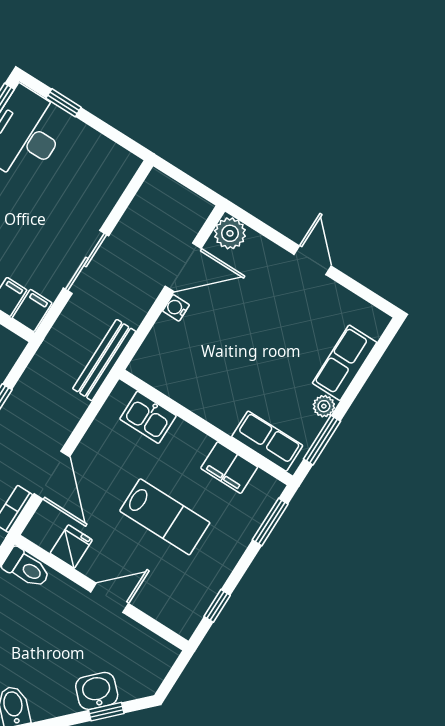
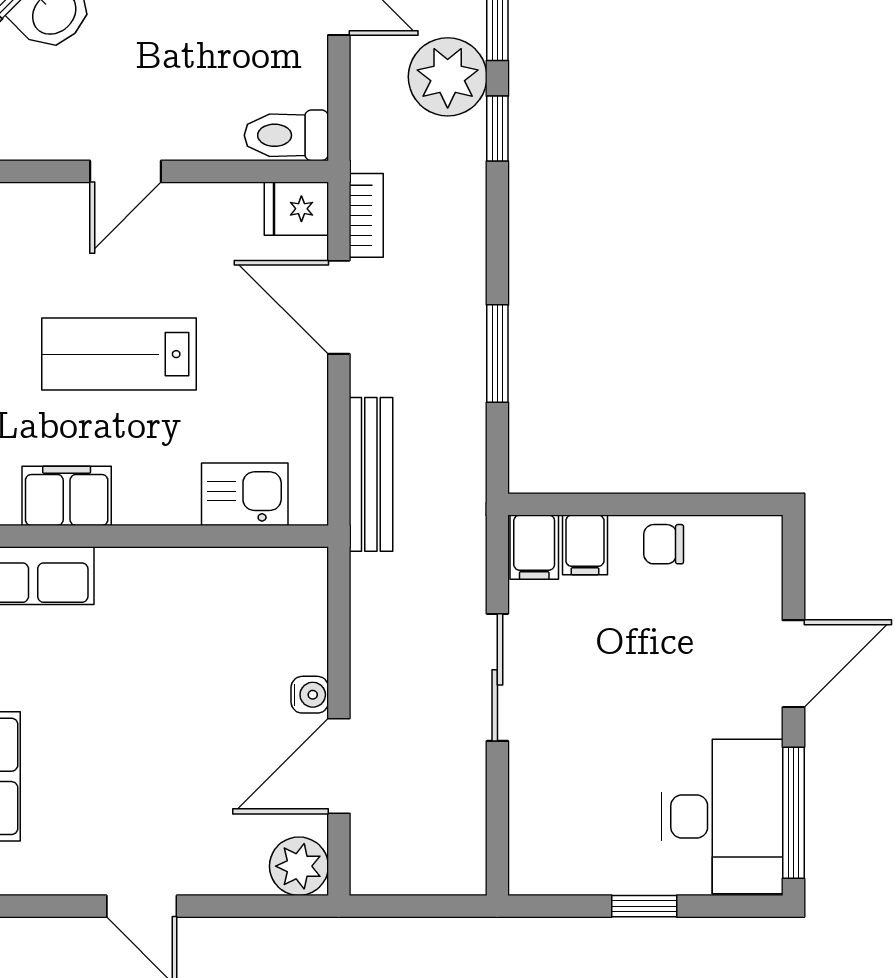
window: (64, 103) -> (644, 906), moved
bench: (104, 360) -> (371, 474), moved
fridge: (71, 547) -> (296, 209), moved, turned 90

